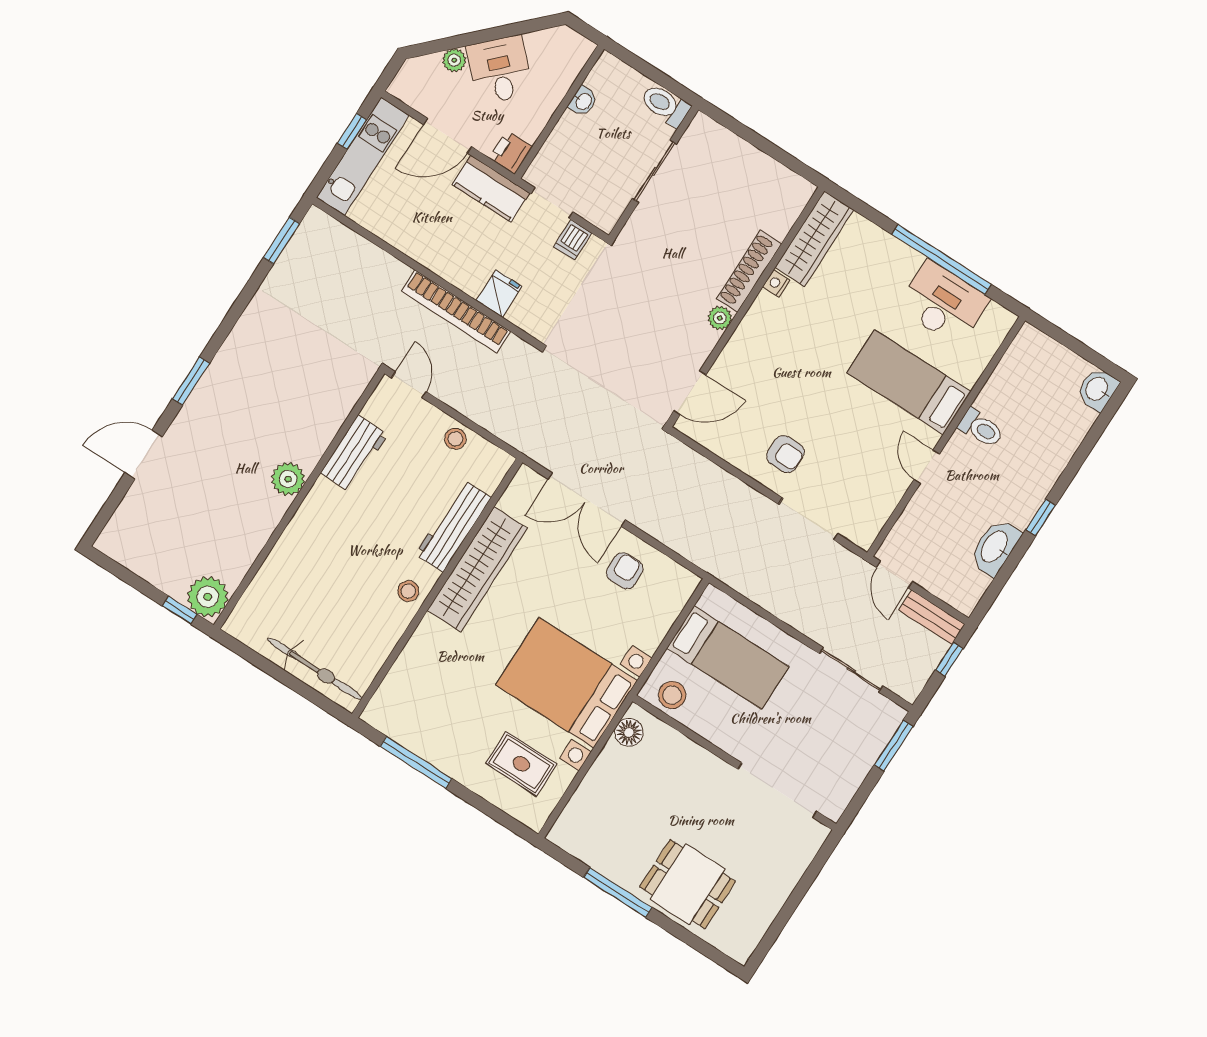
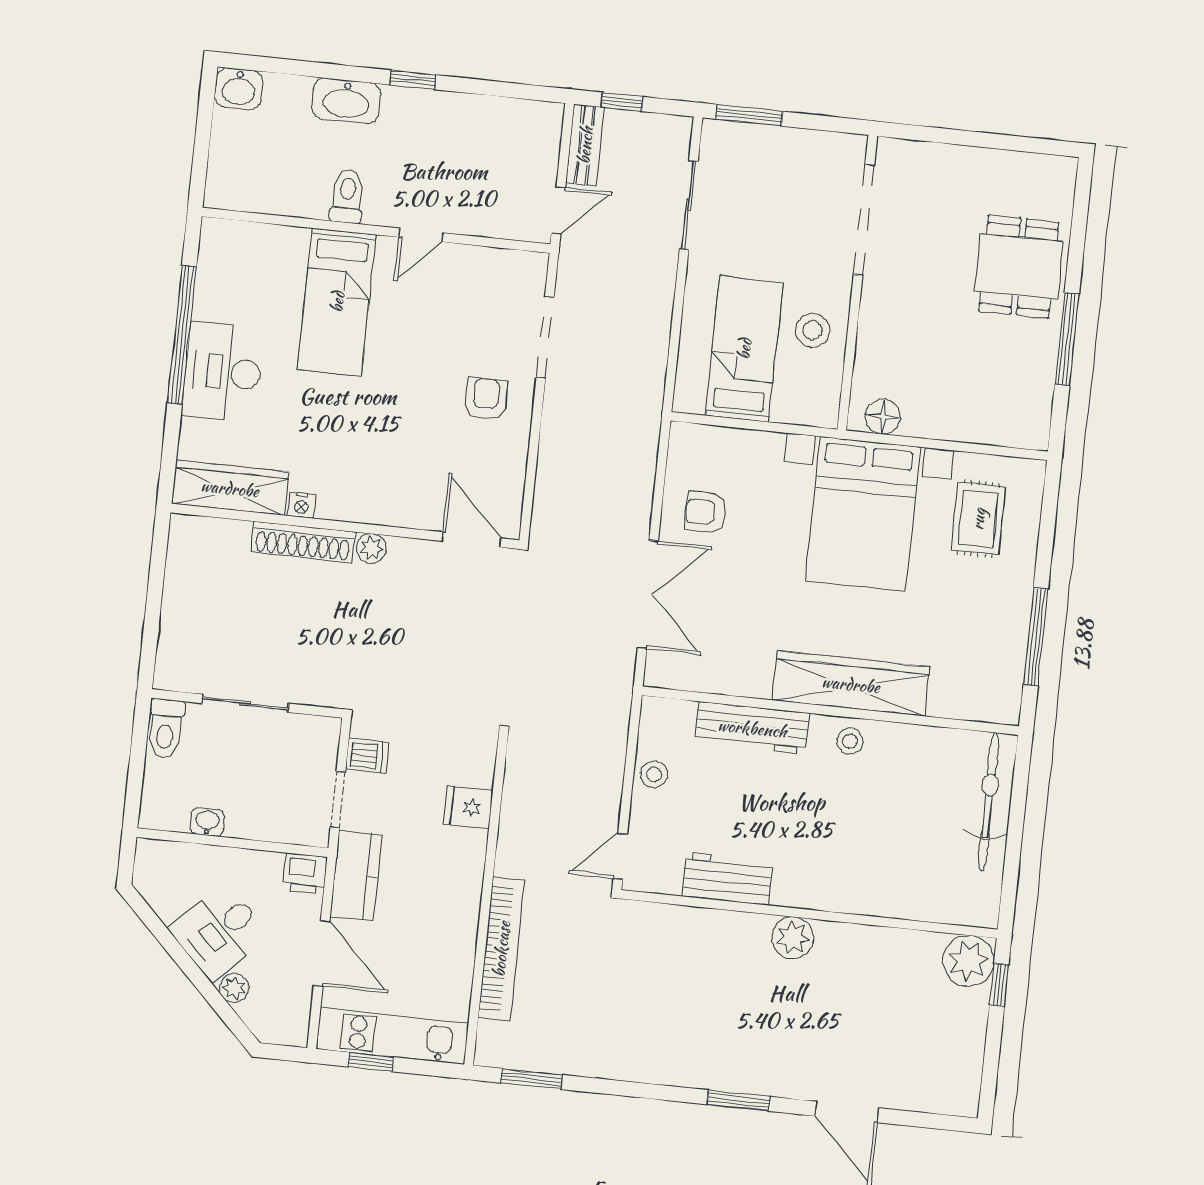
desk: (943, 303) -> (223, 372), moved
bookcase: (456, 311) -> (501, 949), moved
washbasin: (995, 547) -> (346, 101), moved
wardrobe: (477, 569) -> (851, 684), moved
stool: (672, 695) -> (813, 330), moved

